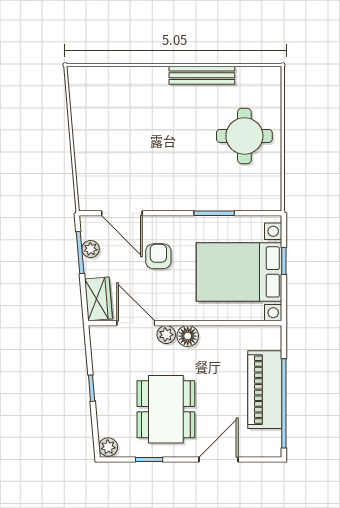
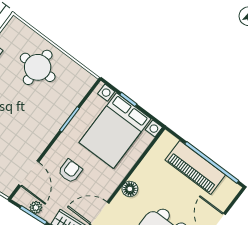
door: (122, 213) -> (29, 173), hinge flipped
armchair: (158, 256) -> (70, 171), turned 90
plant: (166, 335) -> (119, 201), removed

